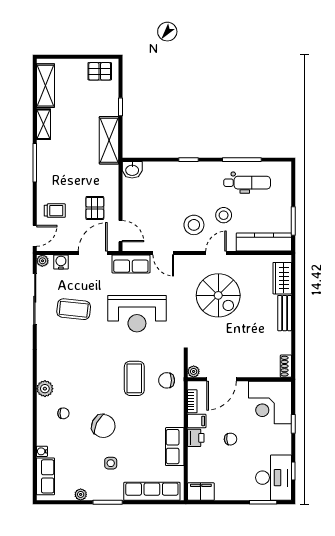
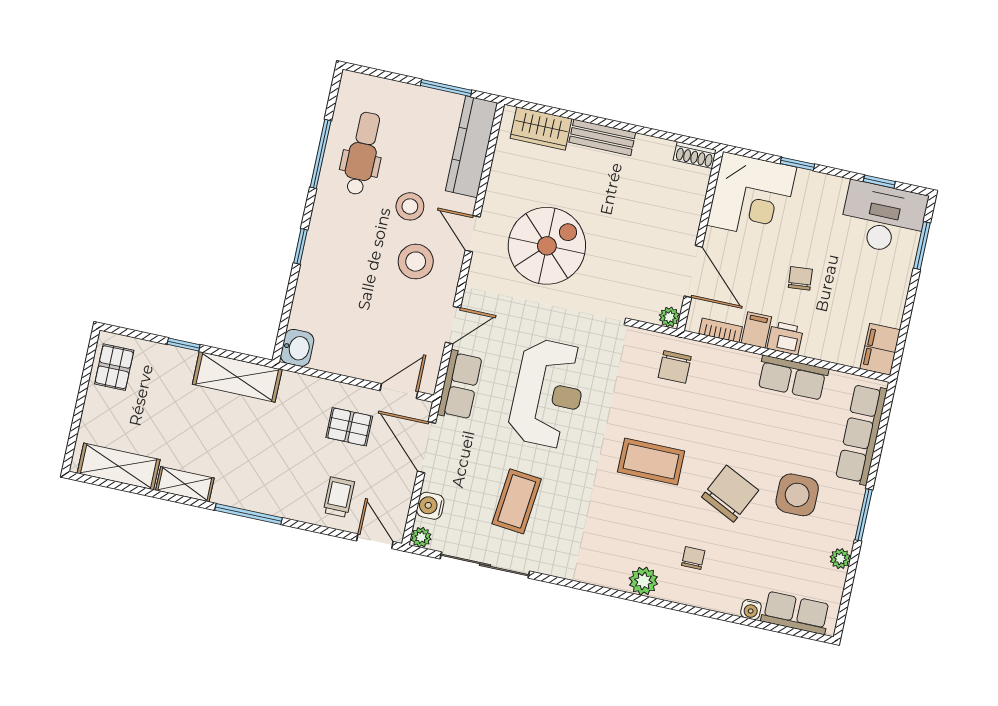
coffee table: (134, 378) -> (651, 461), moved
side table: (111, 463) -> (797, 495), width x1.87, depth x1.87

